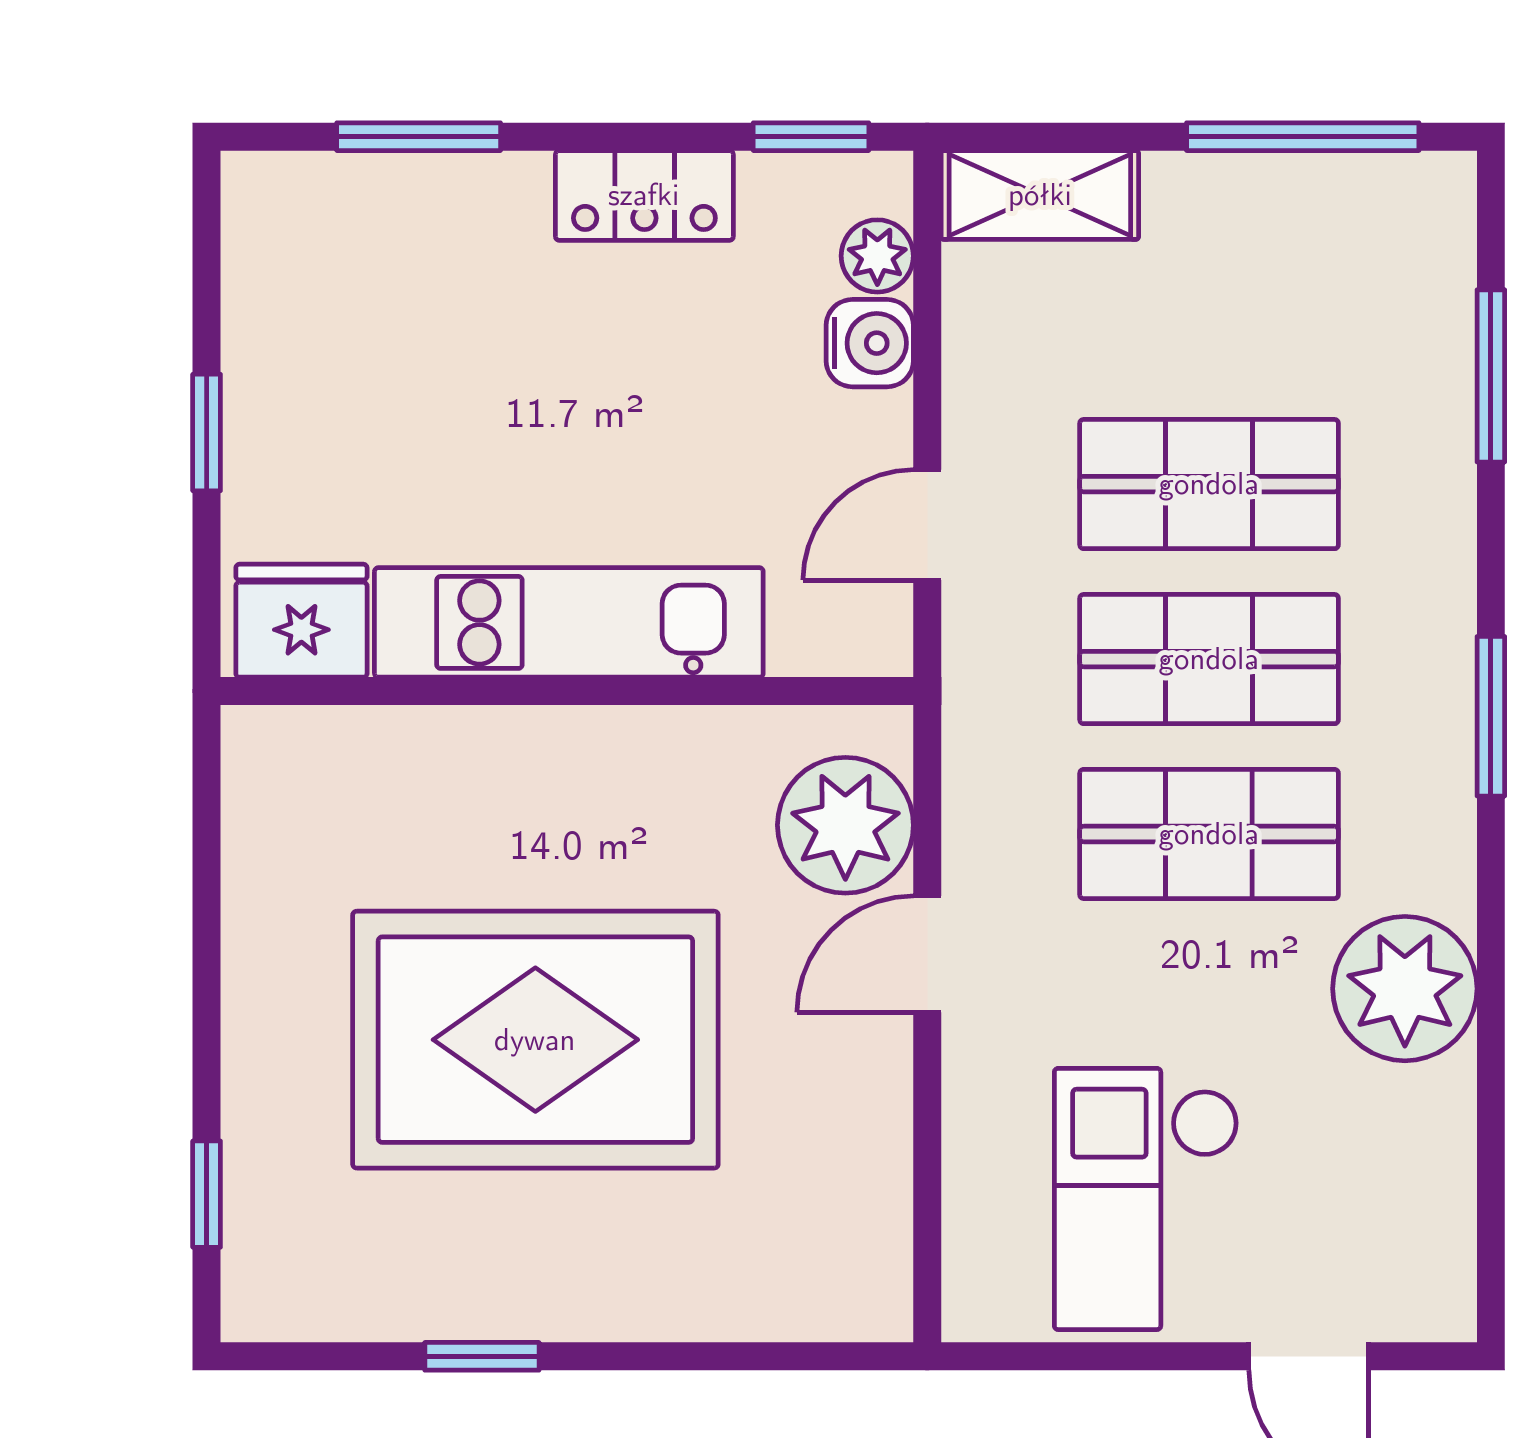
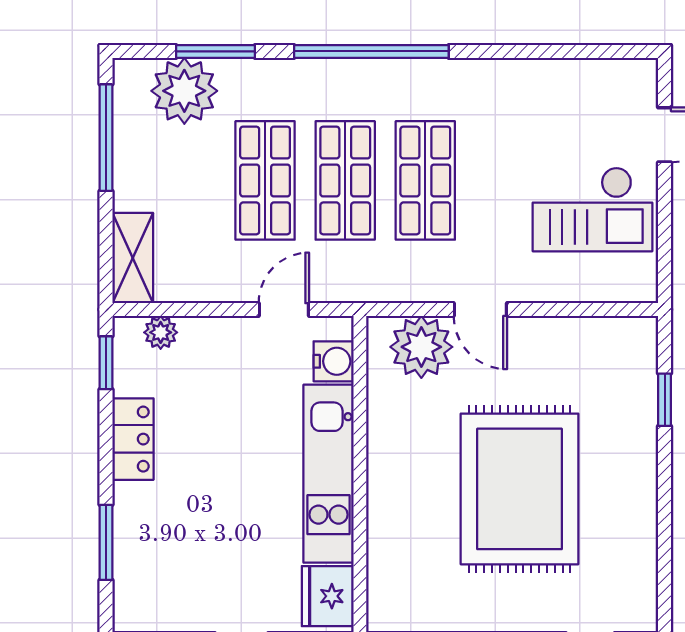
water cooler: (870, 343) -> (334, 361), moved, turned 90
door: (927, 525) -> (284, 310), swing flipped
window: (1491, 716) -> (371, 51), width x2.11
plant: (1405, 989) -> (184, 91), moved
window: (482, 1356) -> (665, 400), moved

